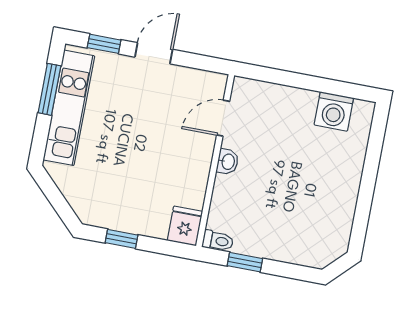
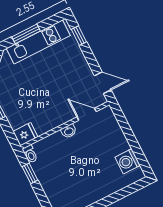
door: (154, 53) -> (103, 83), moved
window: (49, 89) -> (26, 34), moved

